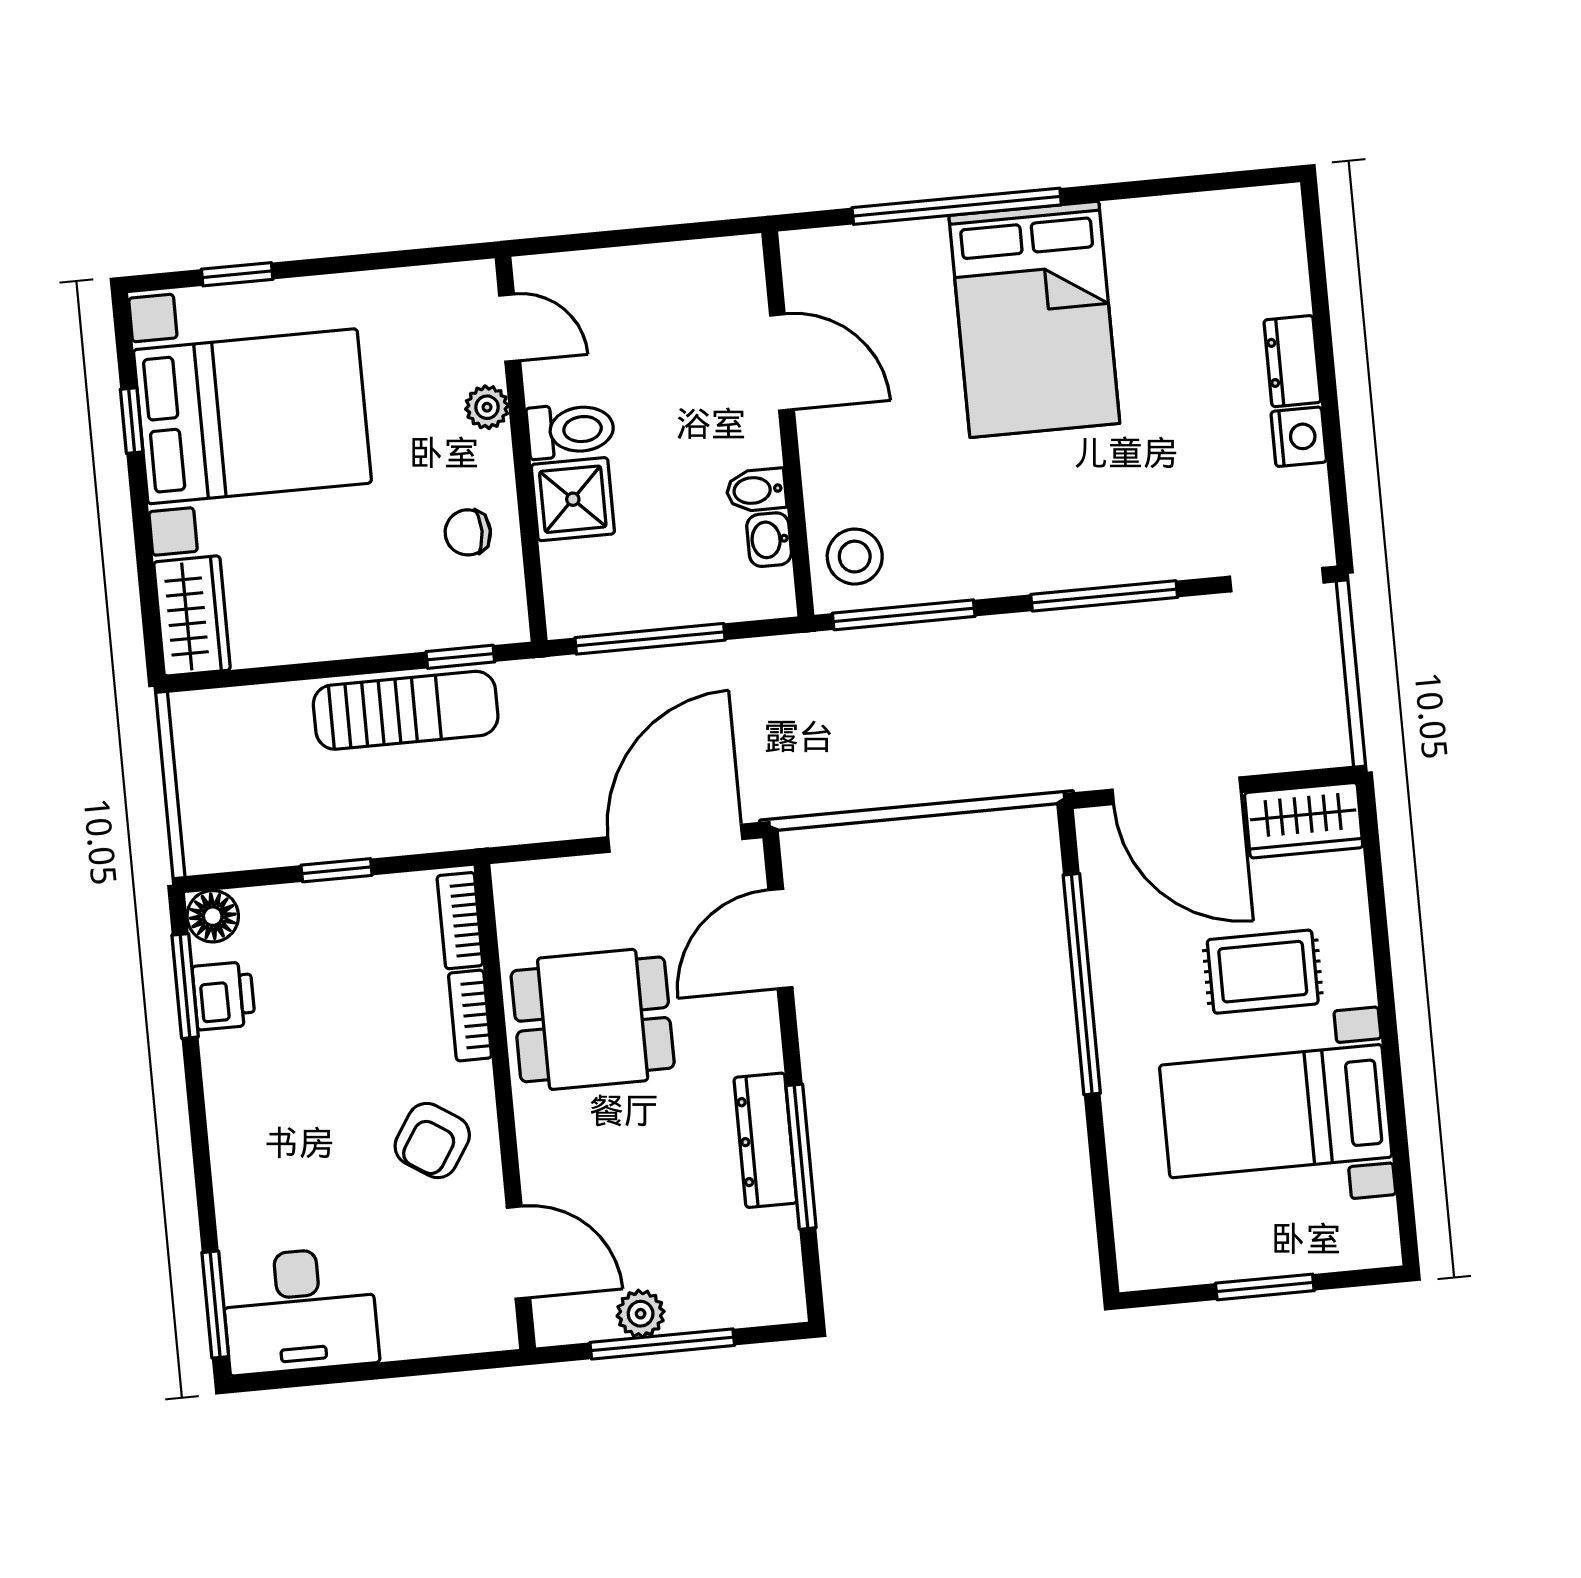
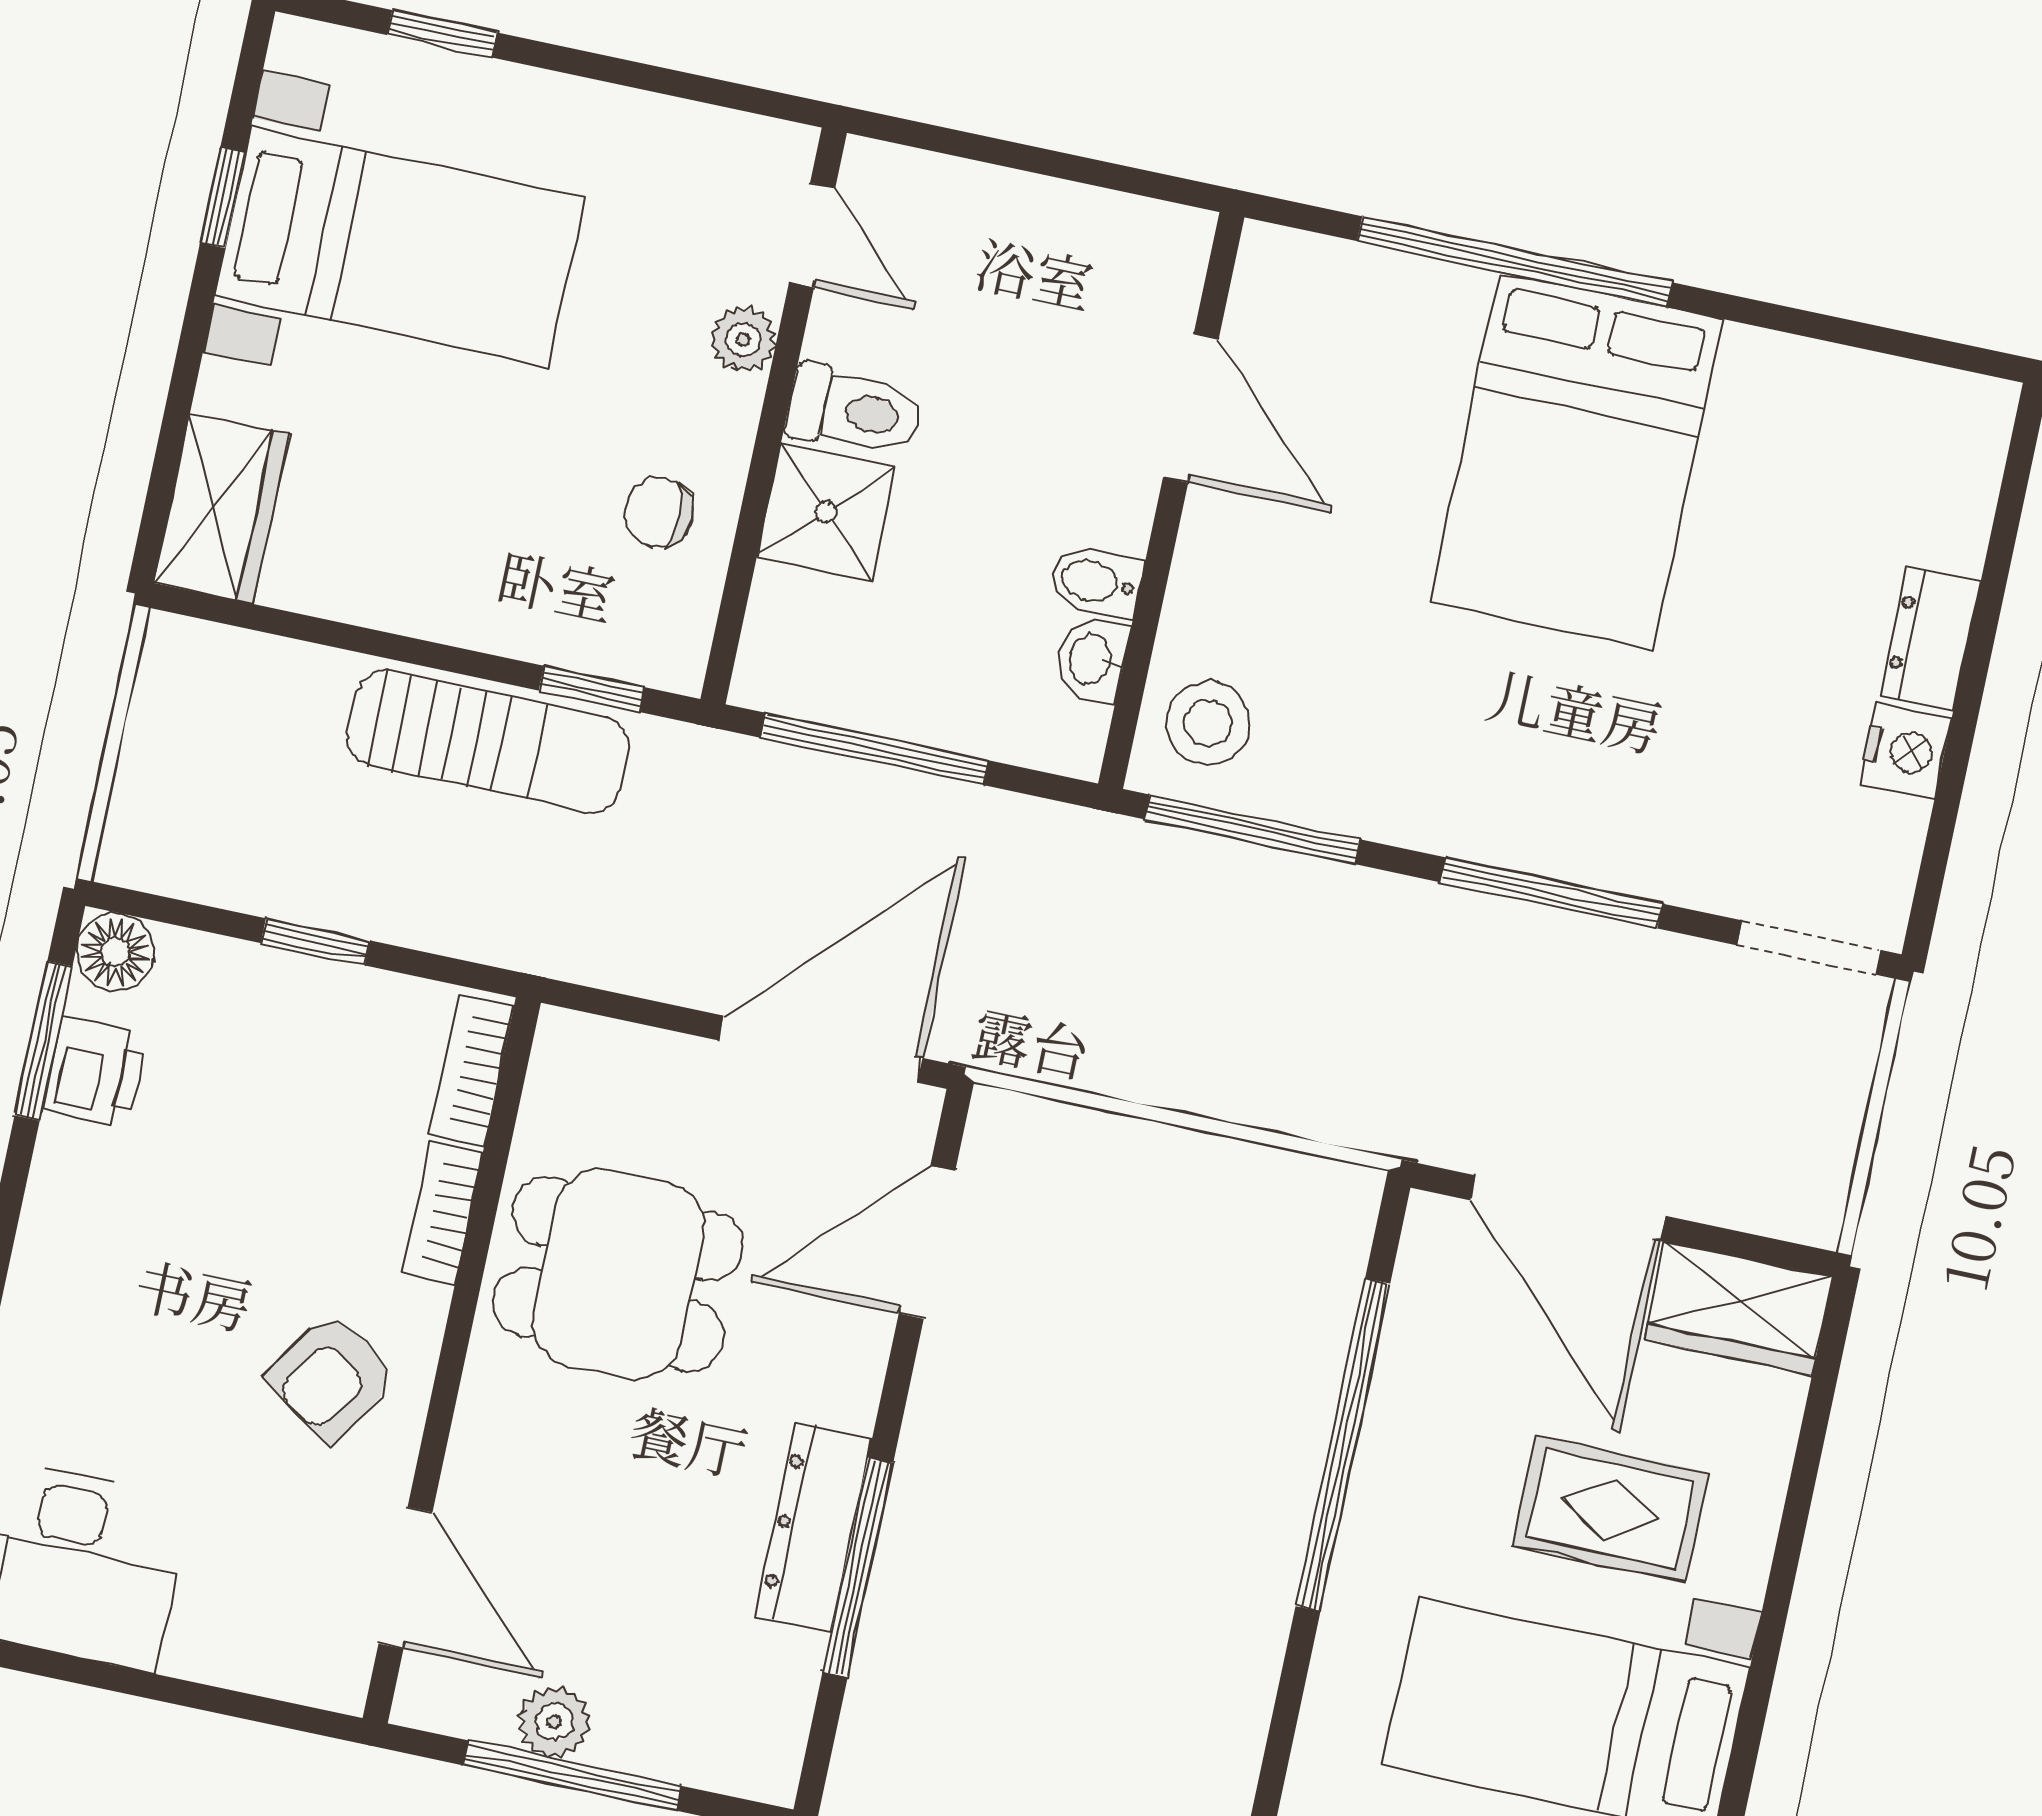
bed with nightstands: (252, 416) -> (400, 246), width x0.73

